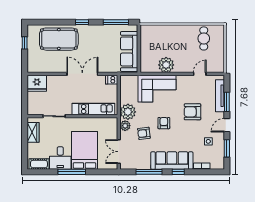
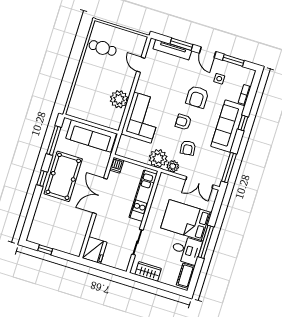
pool table: (59, 39) -> (63, 176), moved
armchair: (192, 112) -> (197, 97), moved
window: (149, 172) -> (229, 168), moved

